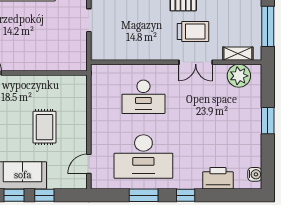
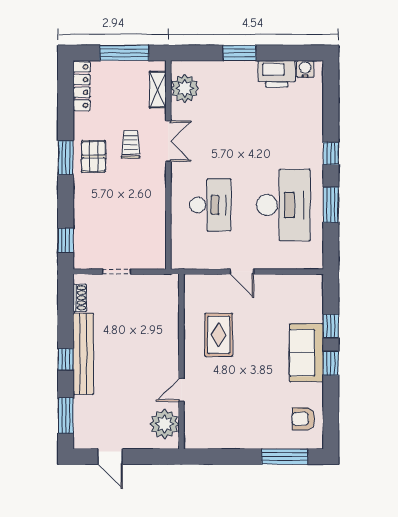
trolley: (193, 32) -> (131, 144), width x0.73, depth x0.72
rug: (44, 127) -> (219, 335), moved, turned 90
door: (89, 164) -> (242, 272), moved
printer: (218, 178) -> (277, 74), moved, turned -90

